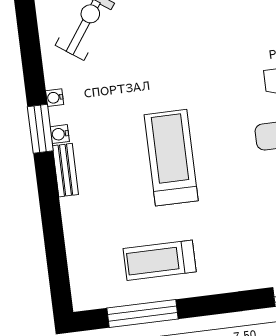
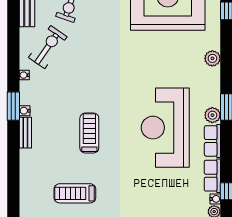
water cooler: (55, 98) -> (24, 75), moved
treadmill: (171, 158) -> (89, 133), width x0.73, depth x0.73

